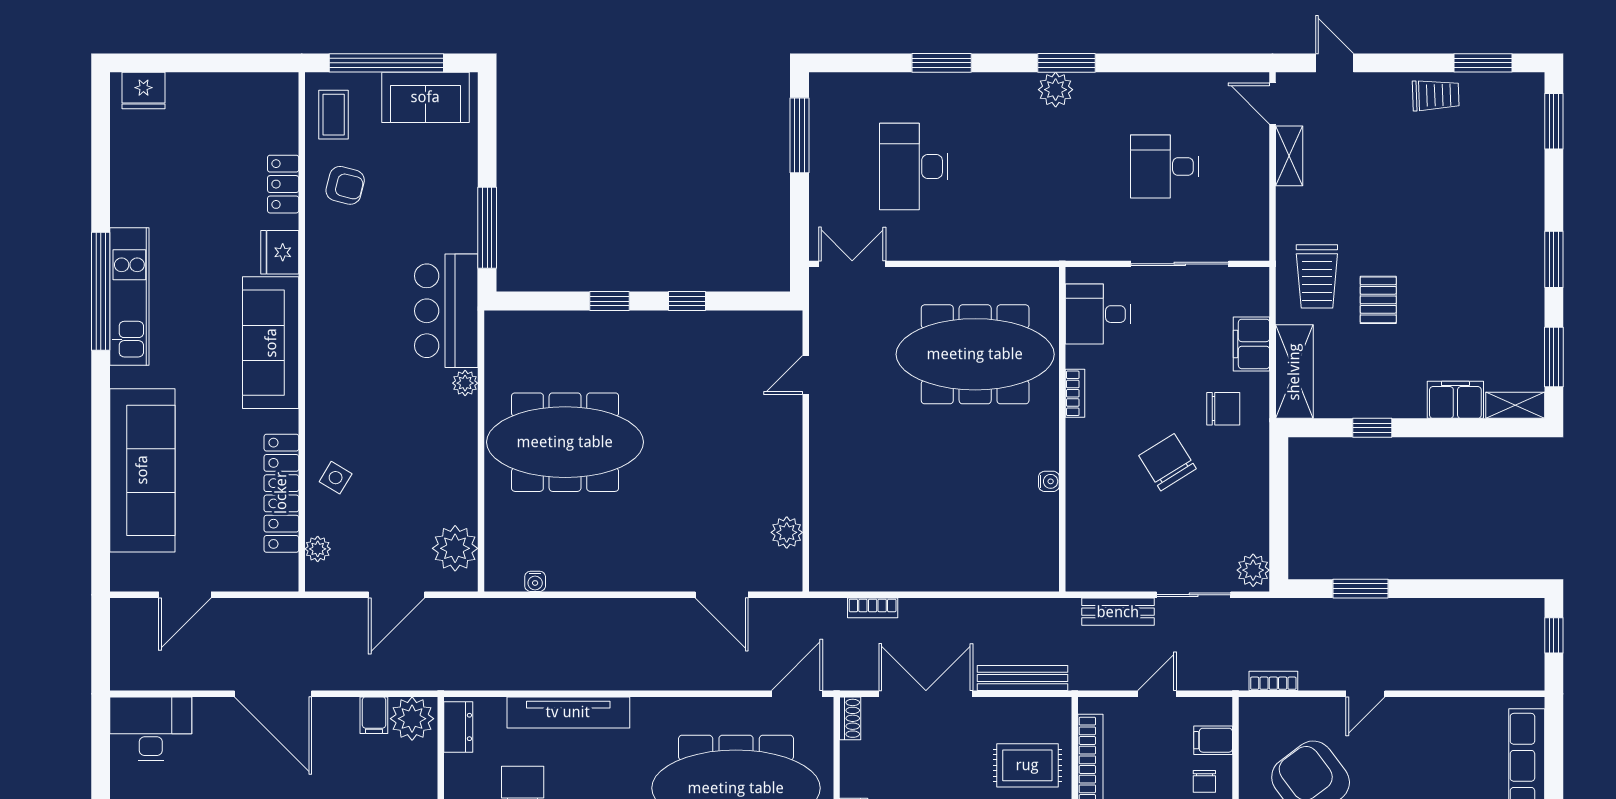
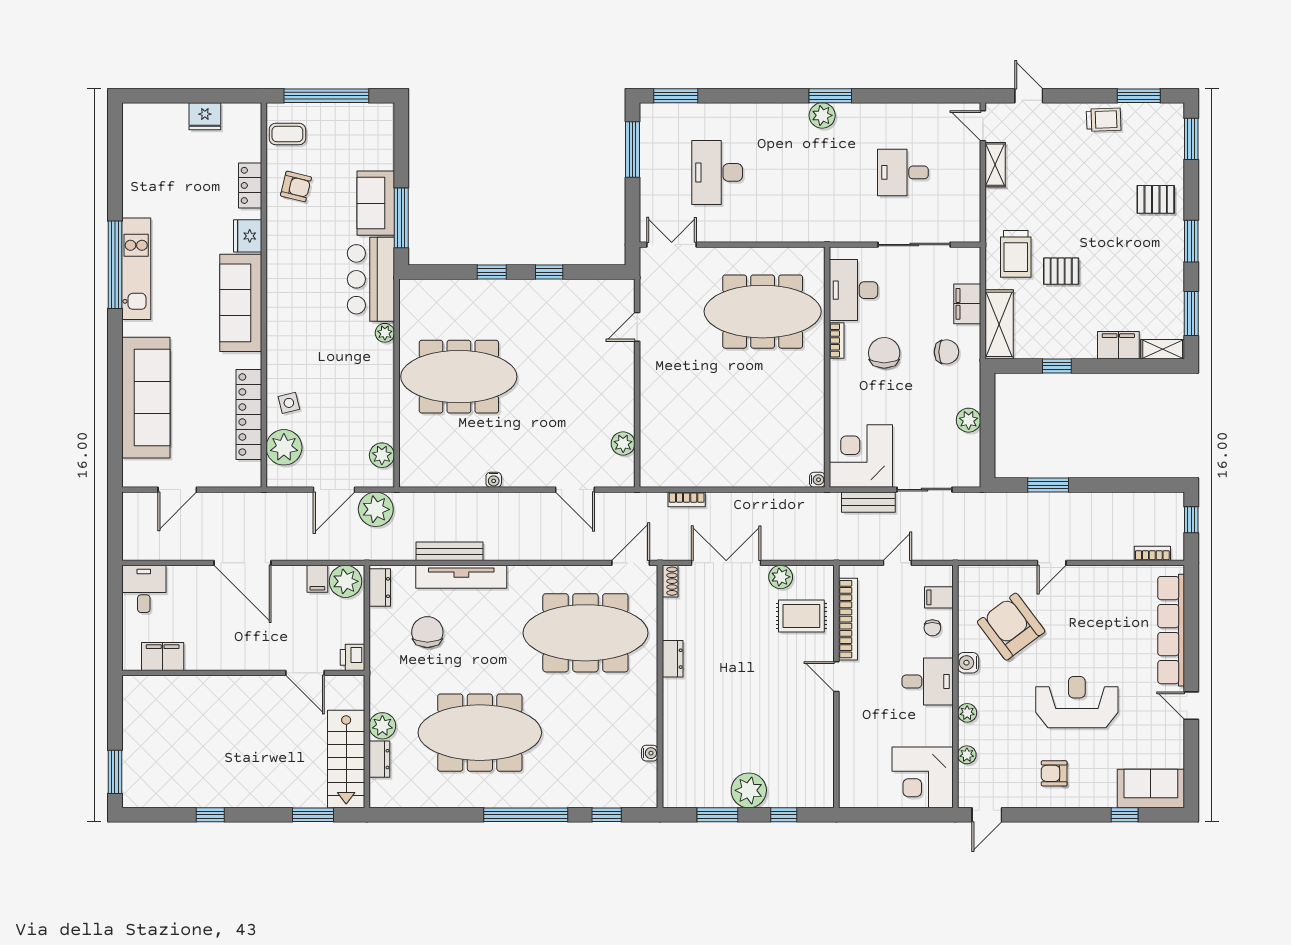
window: (942, 63) -> (676, 96), moved
fridge: (143, 91) -> (205, 116), moved
sofa: (425, 97) -> (376, 203), moved, turned 90
coffee table: (334, 115) -> (287, 134), turned 90
pallet: (1506, 203) -> (1156, 199), added
pallet: (1378, 300) -> (1061, 271), turned 90
desk: (1098, 314) -> (854, 290), width x1.37
chair: (1167, 462) -> (884, 353), moved, turned 32
side table: (336, 478) -> (289, 403), turned 45
water cooler: (1049, 481) -> (817, 480), moved
plant: (455, 548) -> (382, 455), width x0.73, depth x0.73
plant: (318, 549) -> (284, 447), width x1.87, depth x1.87
corner desk: (1108, 549) -> (861, 456), added
plant: (1253, 570) -> (969, 420), moved
water cooler: (535, 581) -> (494, 480), moved
plant: (453, 621) -> (376, 509), added
bench: (1023, 678) -> (450, 551), moved
bookcase: (1273, 681) -> (1152, 553), moved
plant: (999, 713) -> (781, 577), added
desk: (151, 729) -> (144, 589), width x0.73

